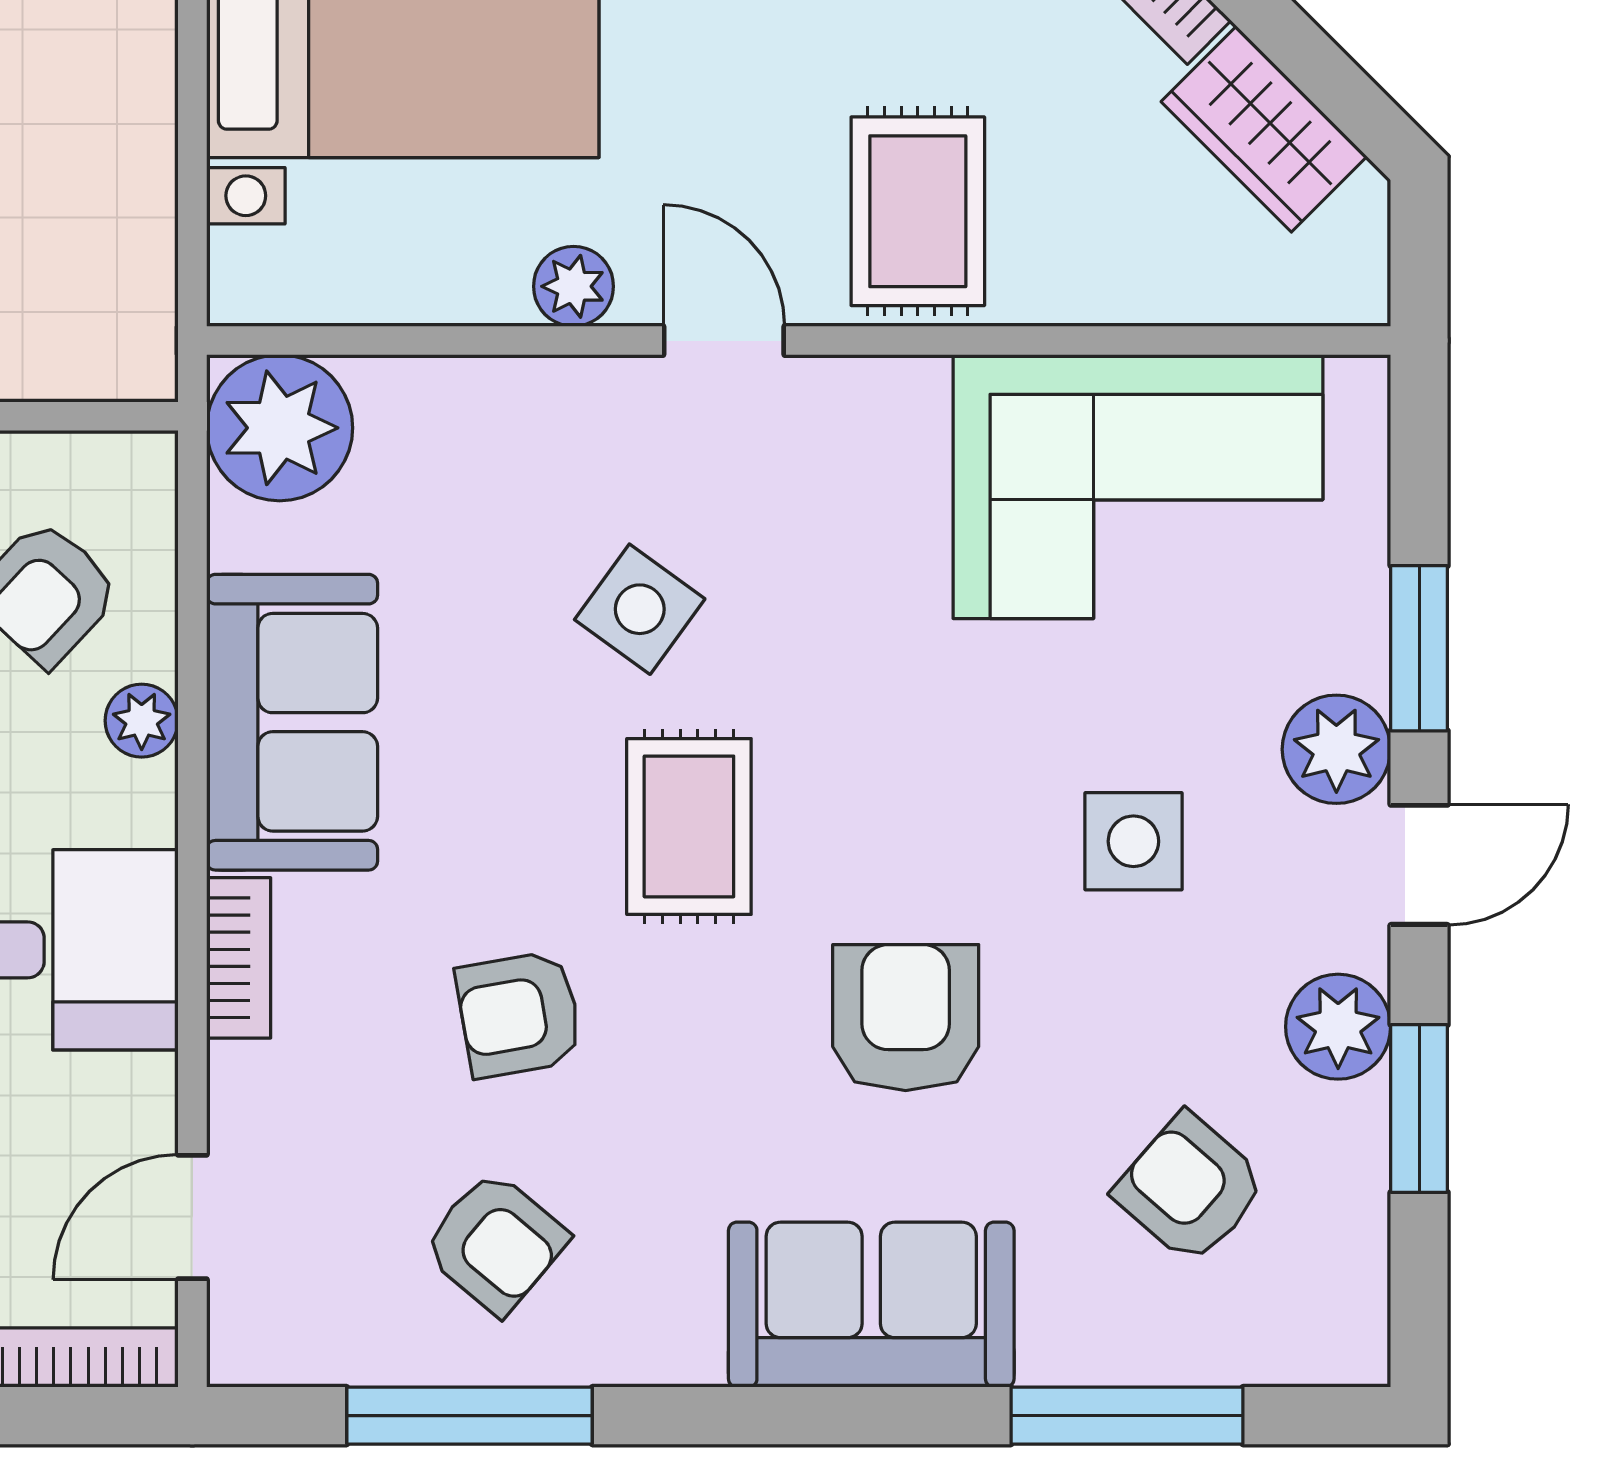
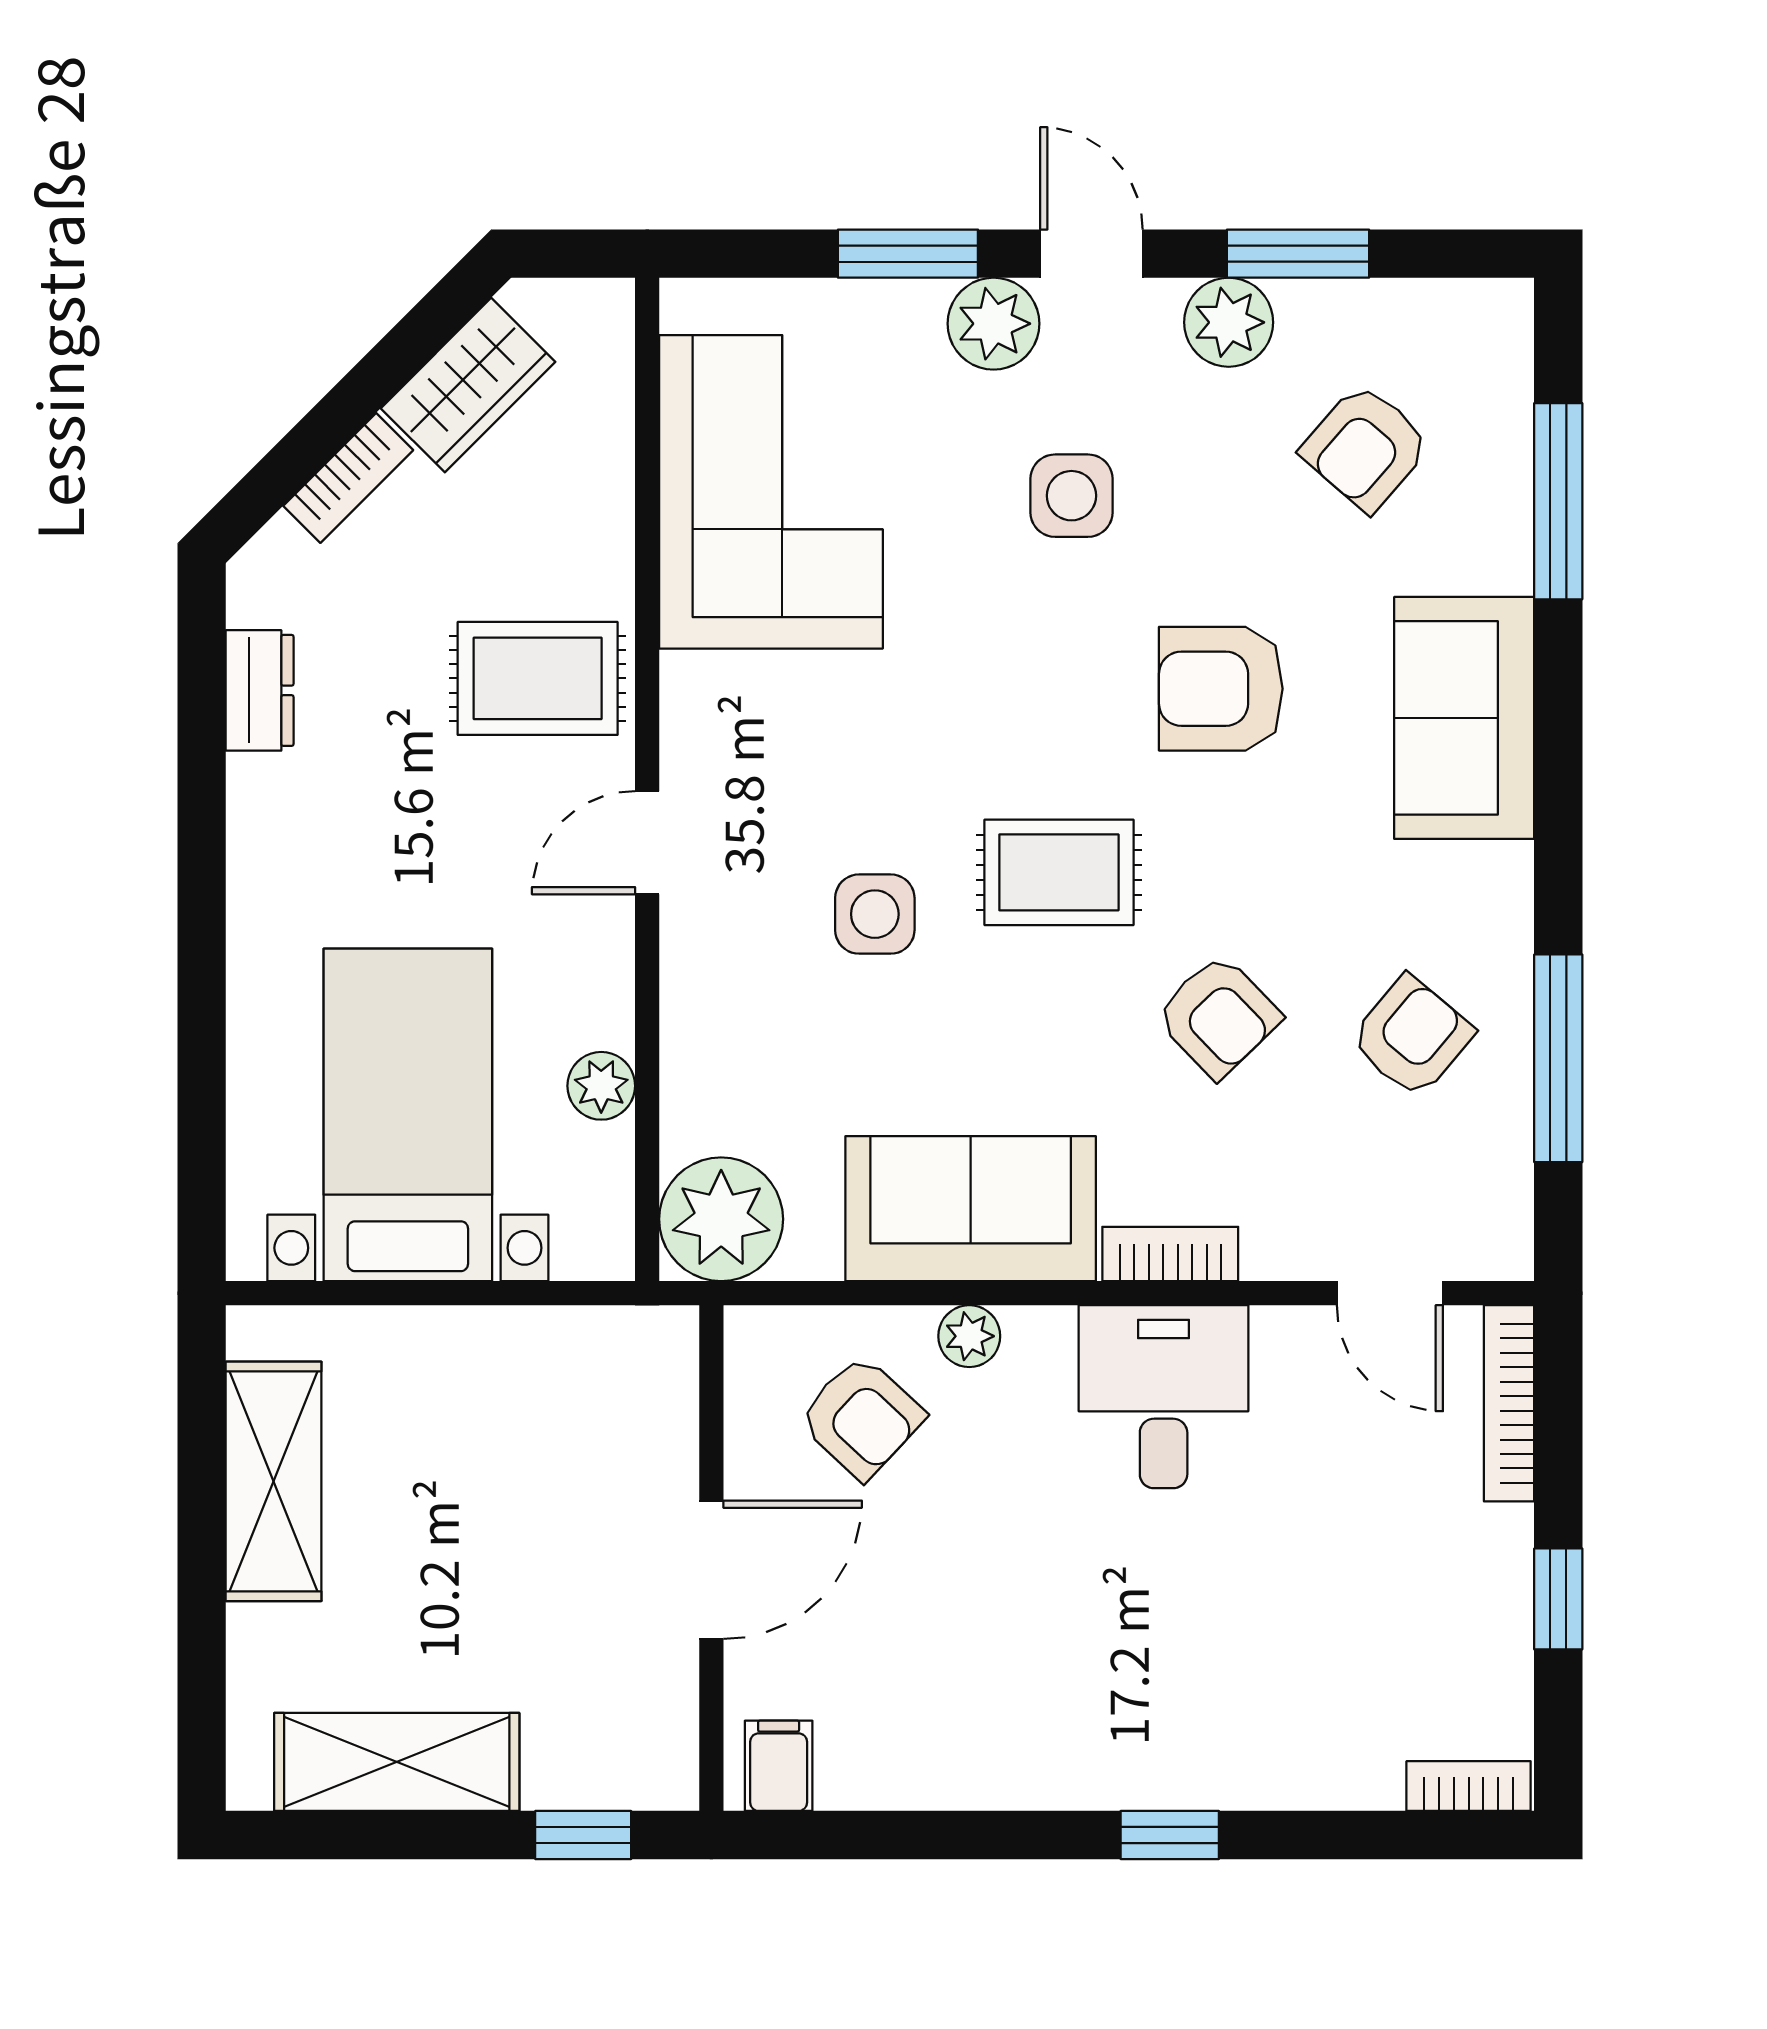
plant: (573, 286) -> (601, 1086), moved
side table: (640, 609) -> (875, 914), turned -36
armchair: (519, 1014) -> (1218, 1016), turned -34

